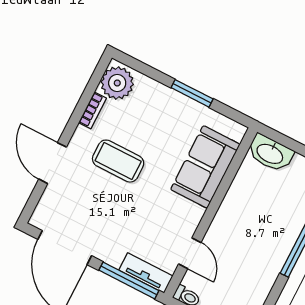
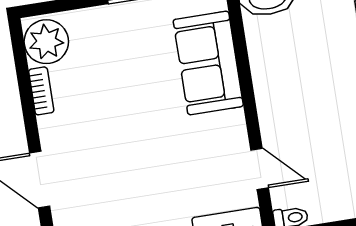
coffee table: (118, 161) -> (109, 126), removed

